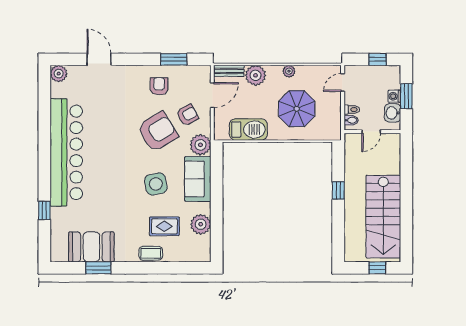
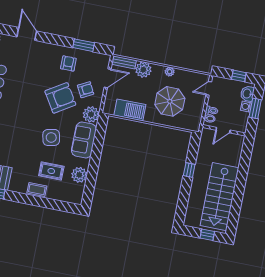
washbasin: (393, 113) -> (247, 94), moved

